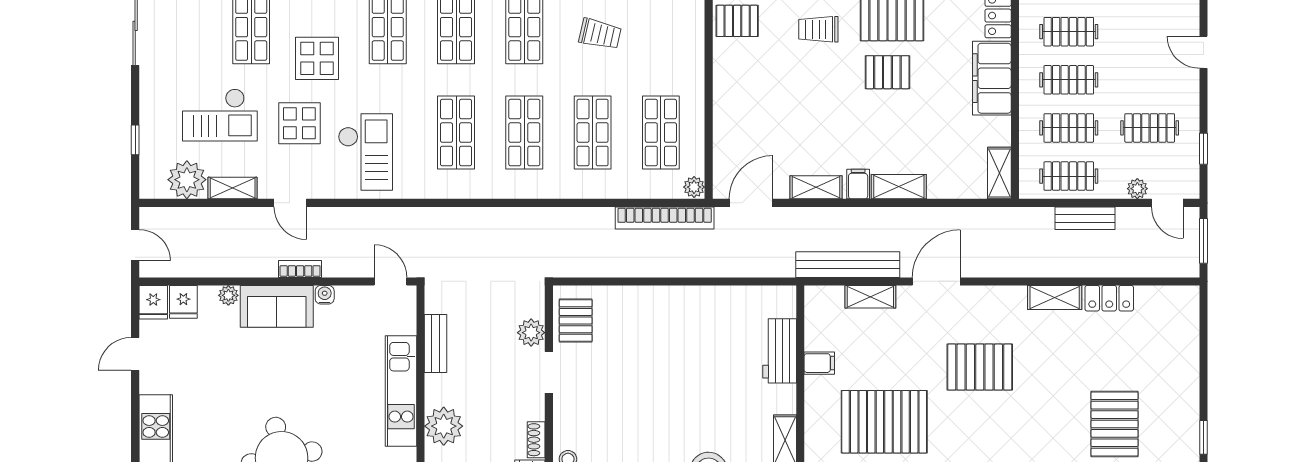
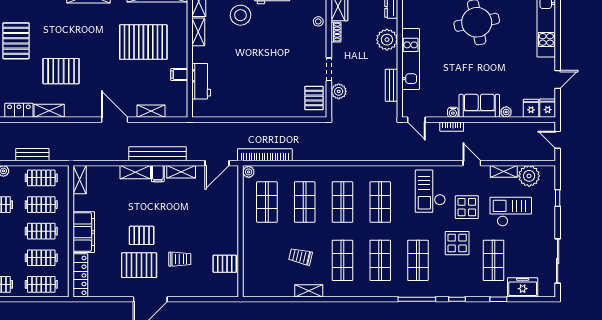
bench: (848, 265) -> (157, 154), moved
bookcase: (300, 269) -> (452, 127), moved
door: (936, 281) -> (115, 120), swing flipped
pallet: (980, 367) -> (61, 71), moved

